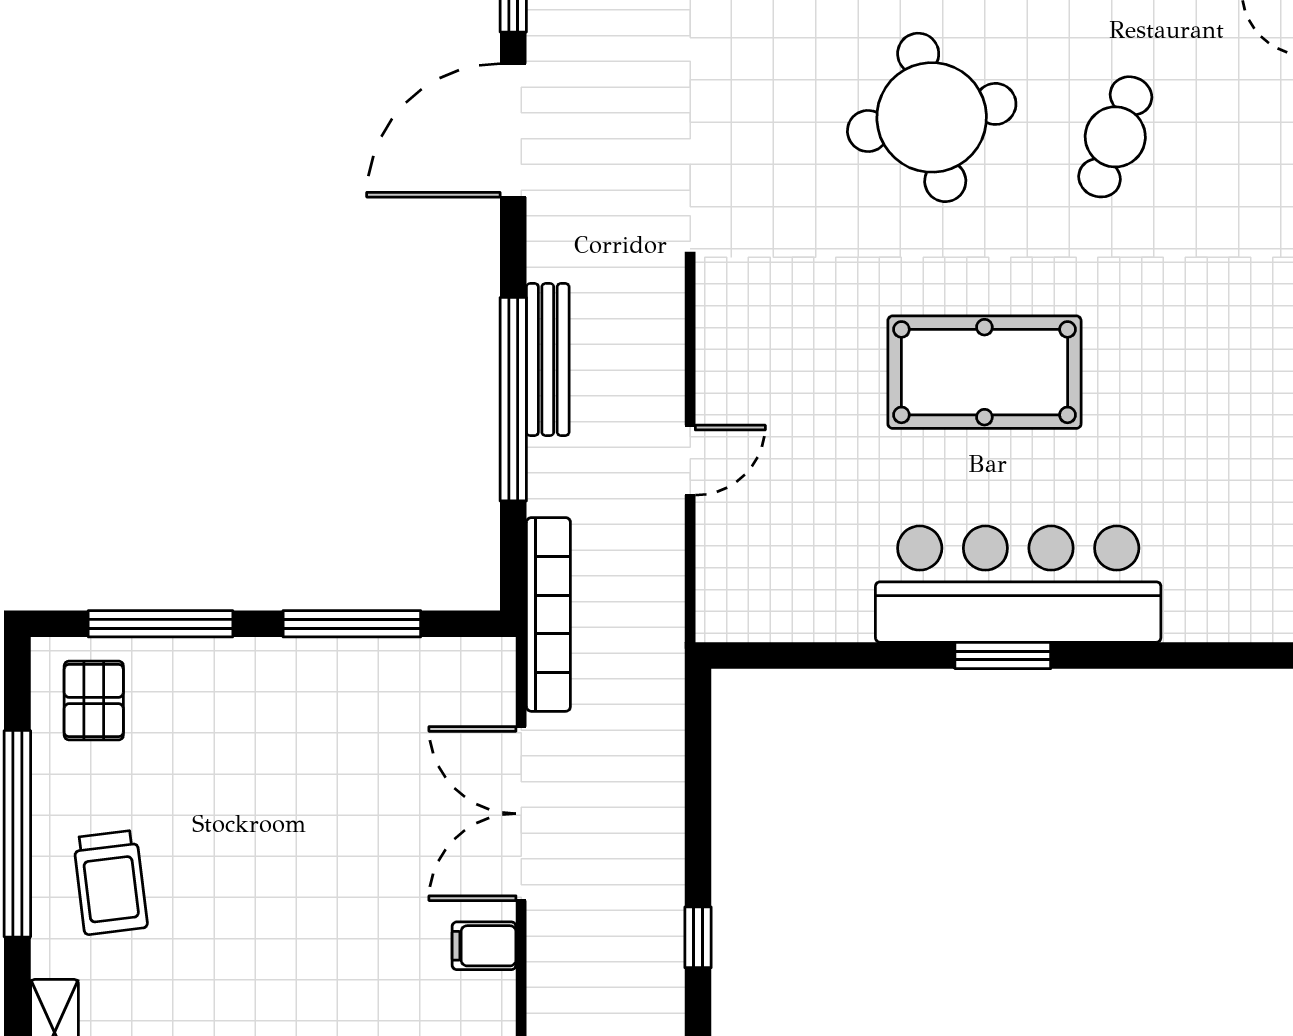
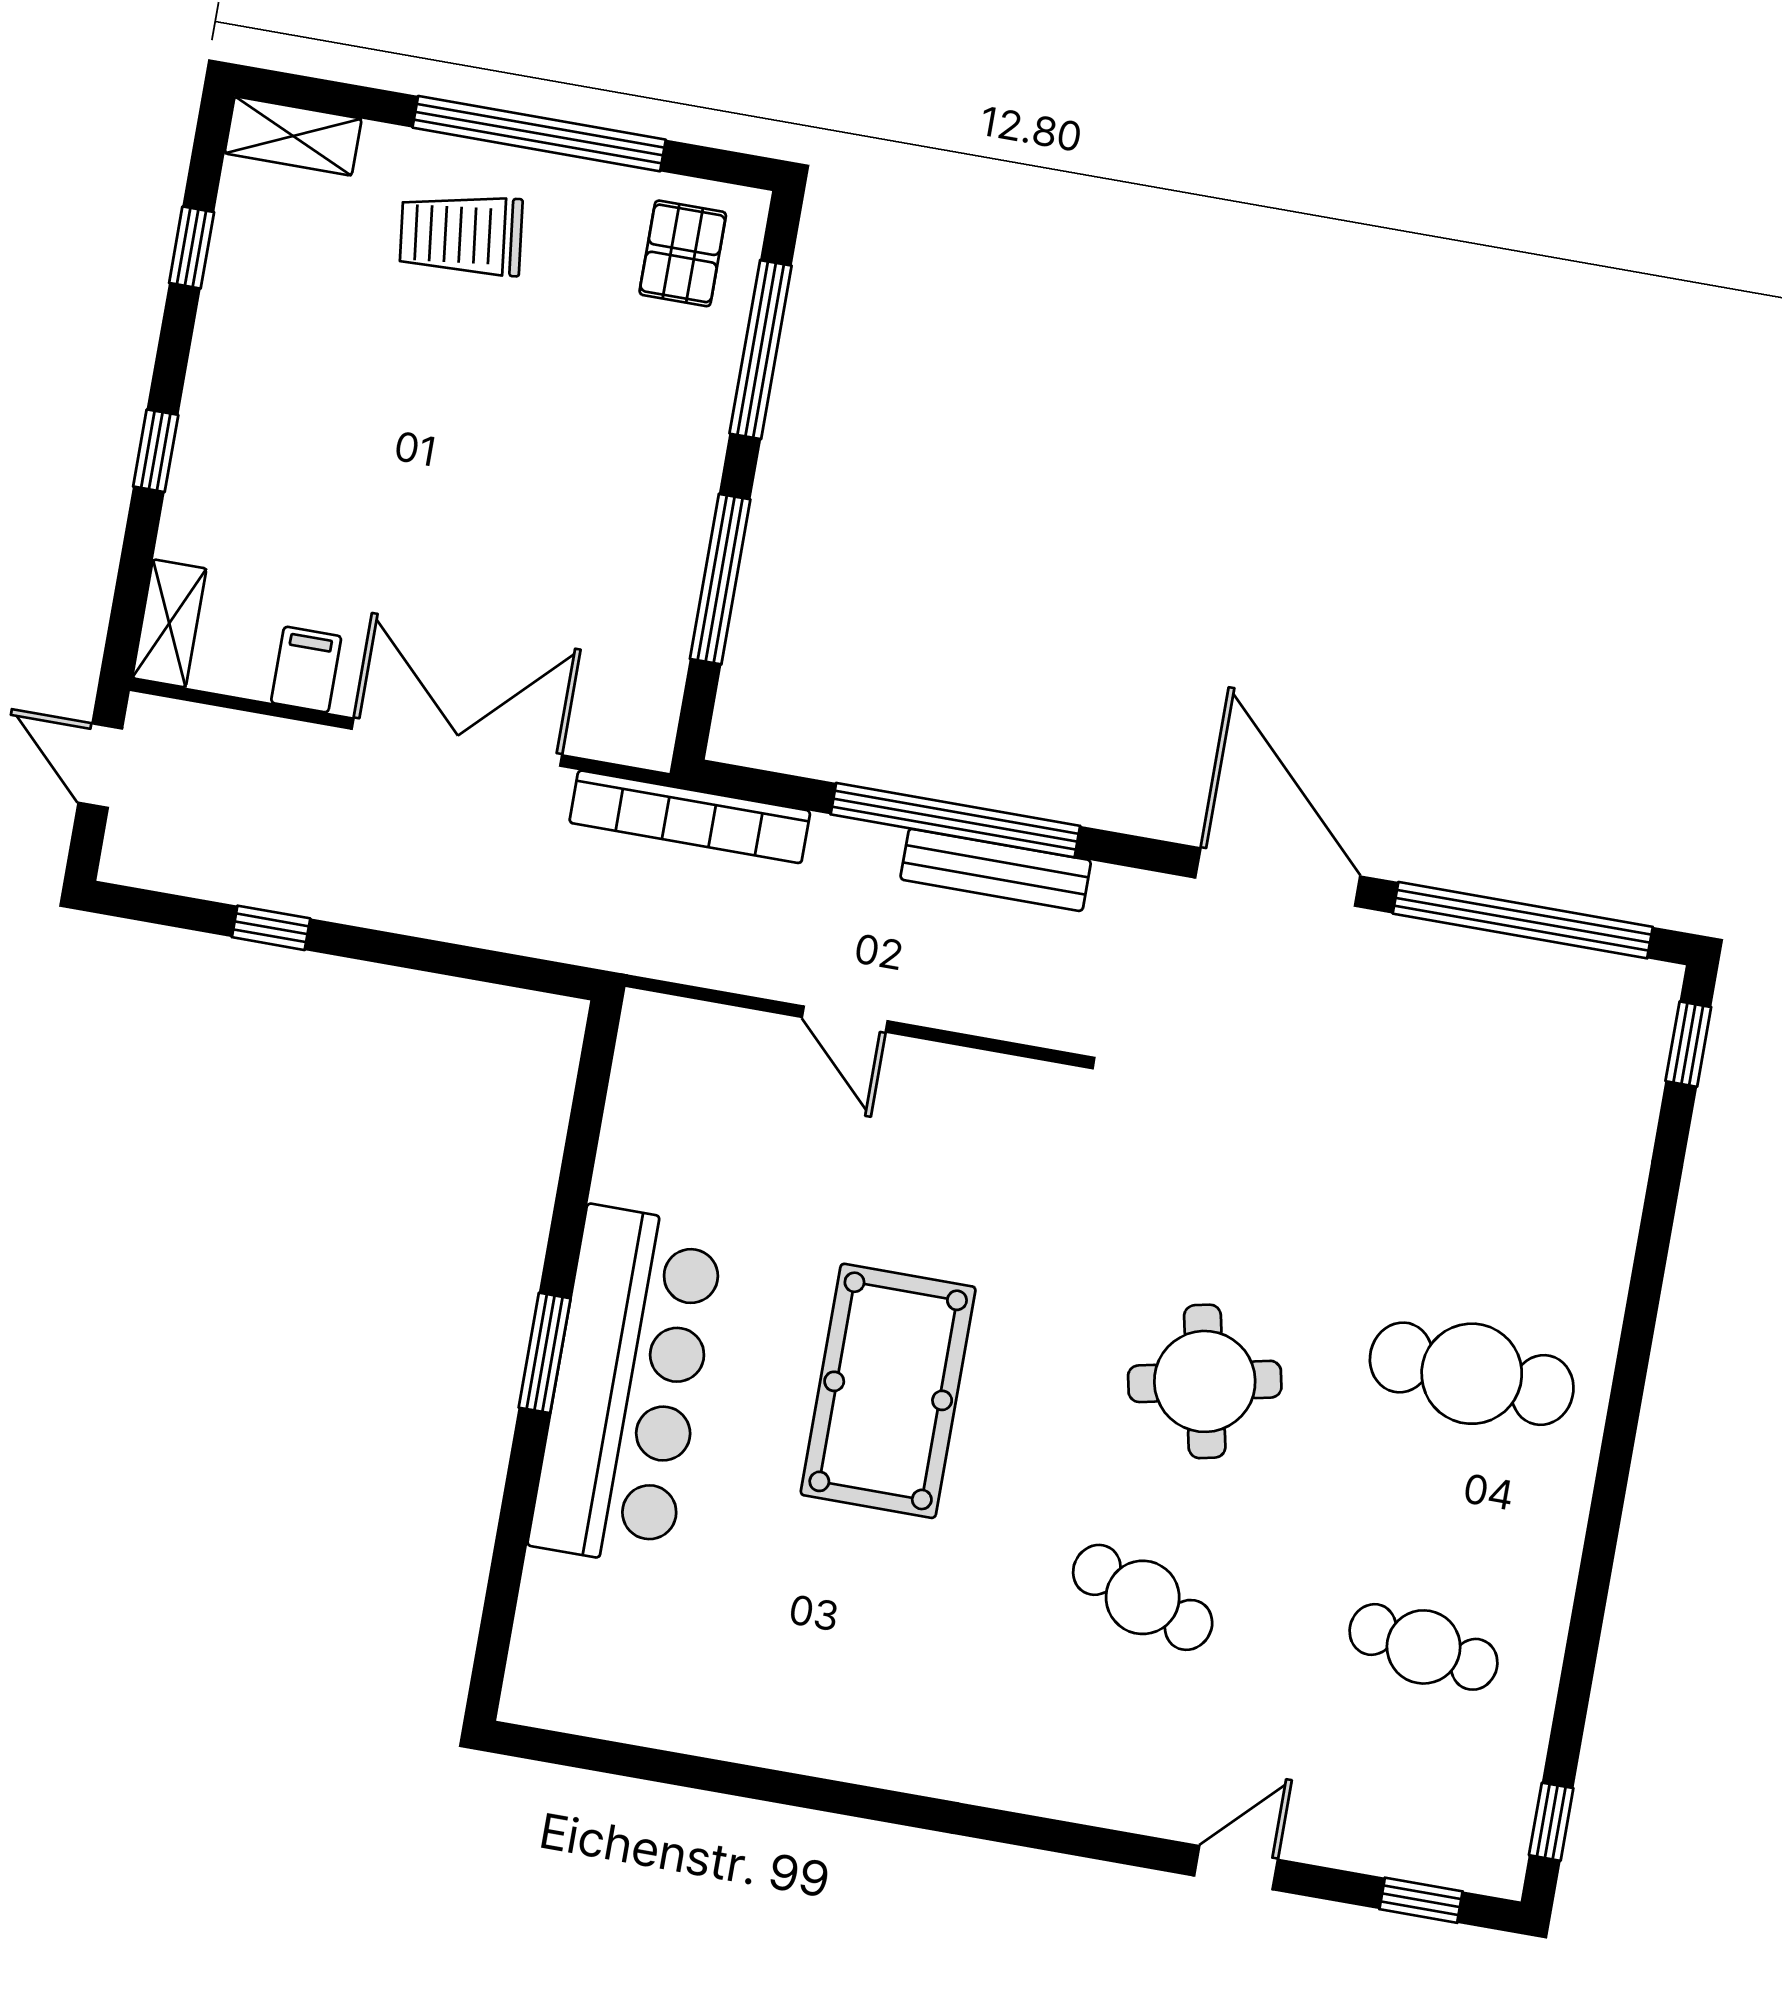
round table: (932, 117) -> (1205, 1381), width x0.73, depth x0.73
pallet: (94, 701) -> (683, 253), turned 90

